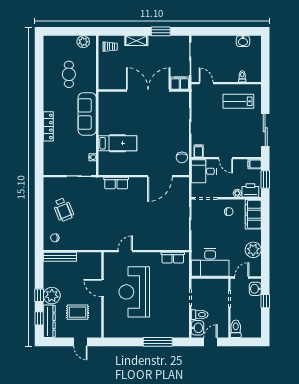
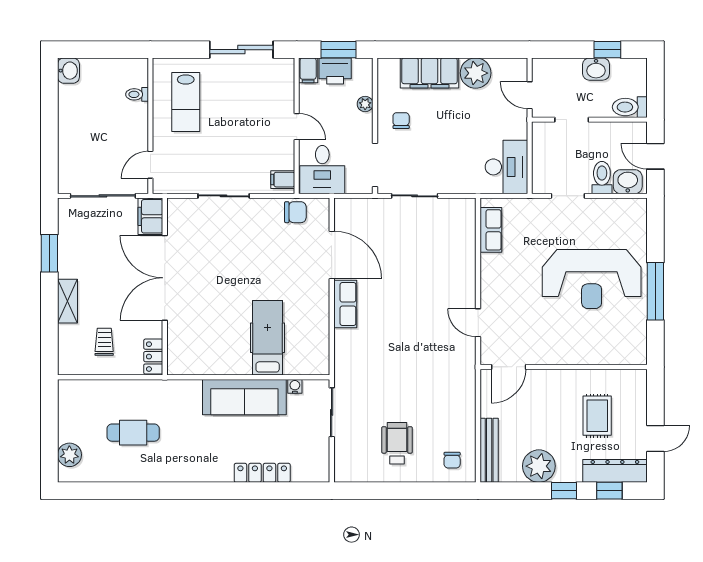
washbasin: (243, 41) -> (68, 71), moved
plant: (83, 42) -> (69, 455), moved
trolley: (110, 47) -> (104, 342), moved
locker: (108, 85) -> (153, 357), added
sofa: (87, 114) -> (244, 397), moved
locker: (48, 126) -> (262, 473), moved
door: (226, 158) -> (297, 127), hinge flipped
row of seats: (116, 183) -> (345, 304), moved
printer: (250, 190) -> (335, 71), moved, turned -90
wheelchair: (63, 210) -> (397, 443), turned -68
filing cabinet: (253, 214) -> (429, 73), moved
desk: (210, 262) -> (506, 167), width x0.73, depth x0.77
door: (103, 288) -> (509, 367), moved
washbasin: (255, 289) -> (596, 69), moved
reception desk: (134, 292) -> (592, 279), moved
plant: (52, 296) -> (539, 466), moved
window: (265, 301) -> (607, 50), moved
door: (80, 342) -> (655, 438), moved
window: (158, 342) -> (655, 291), moved

